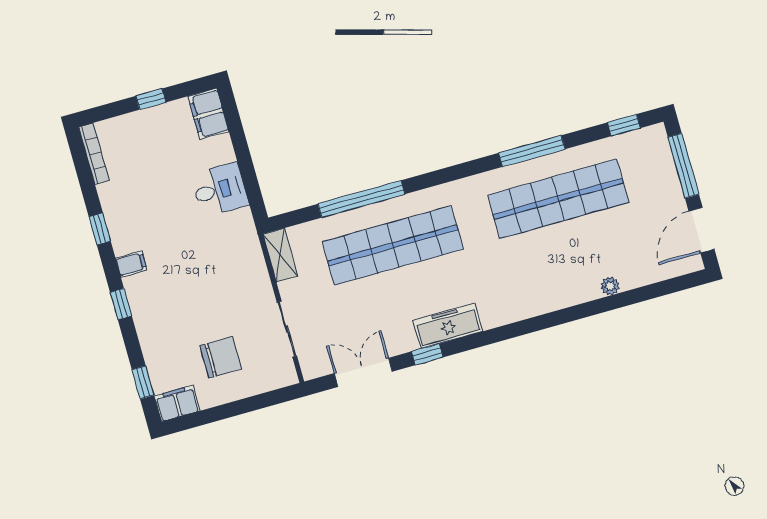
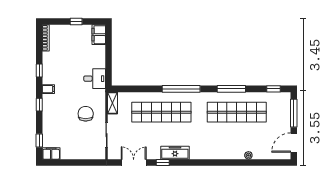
desk: (220, 190) -> (95, 79), moved
window: (361, 199) -> (181, 89), moved
chair: (221, 357) -> (86, 114), moved, turned -90

